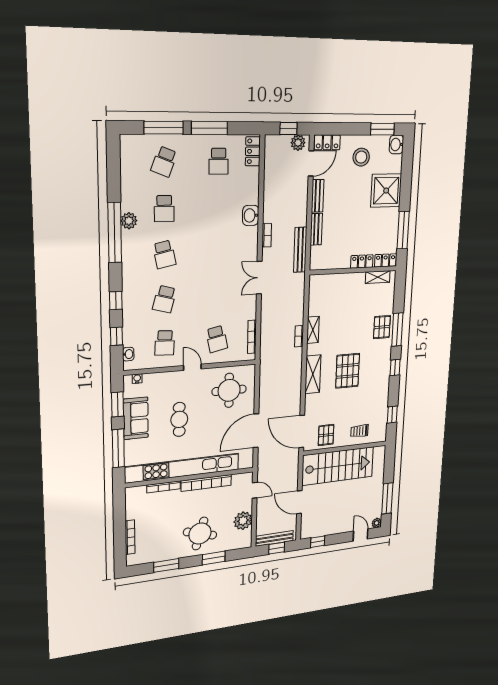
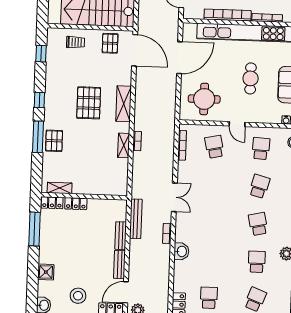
shower: (386, 191) -> (46, 272), width x0.54, depth x0.54

